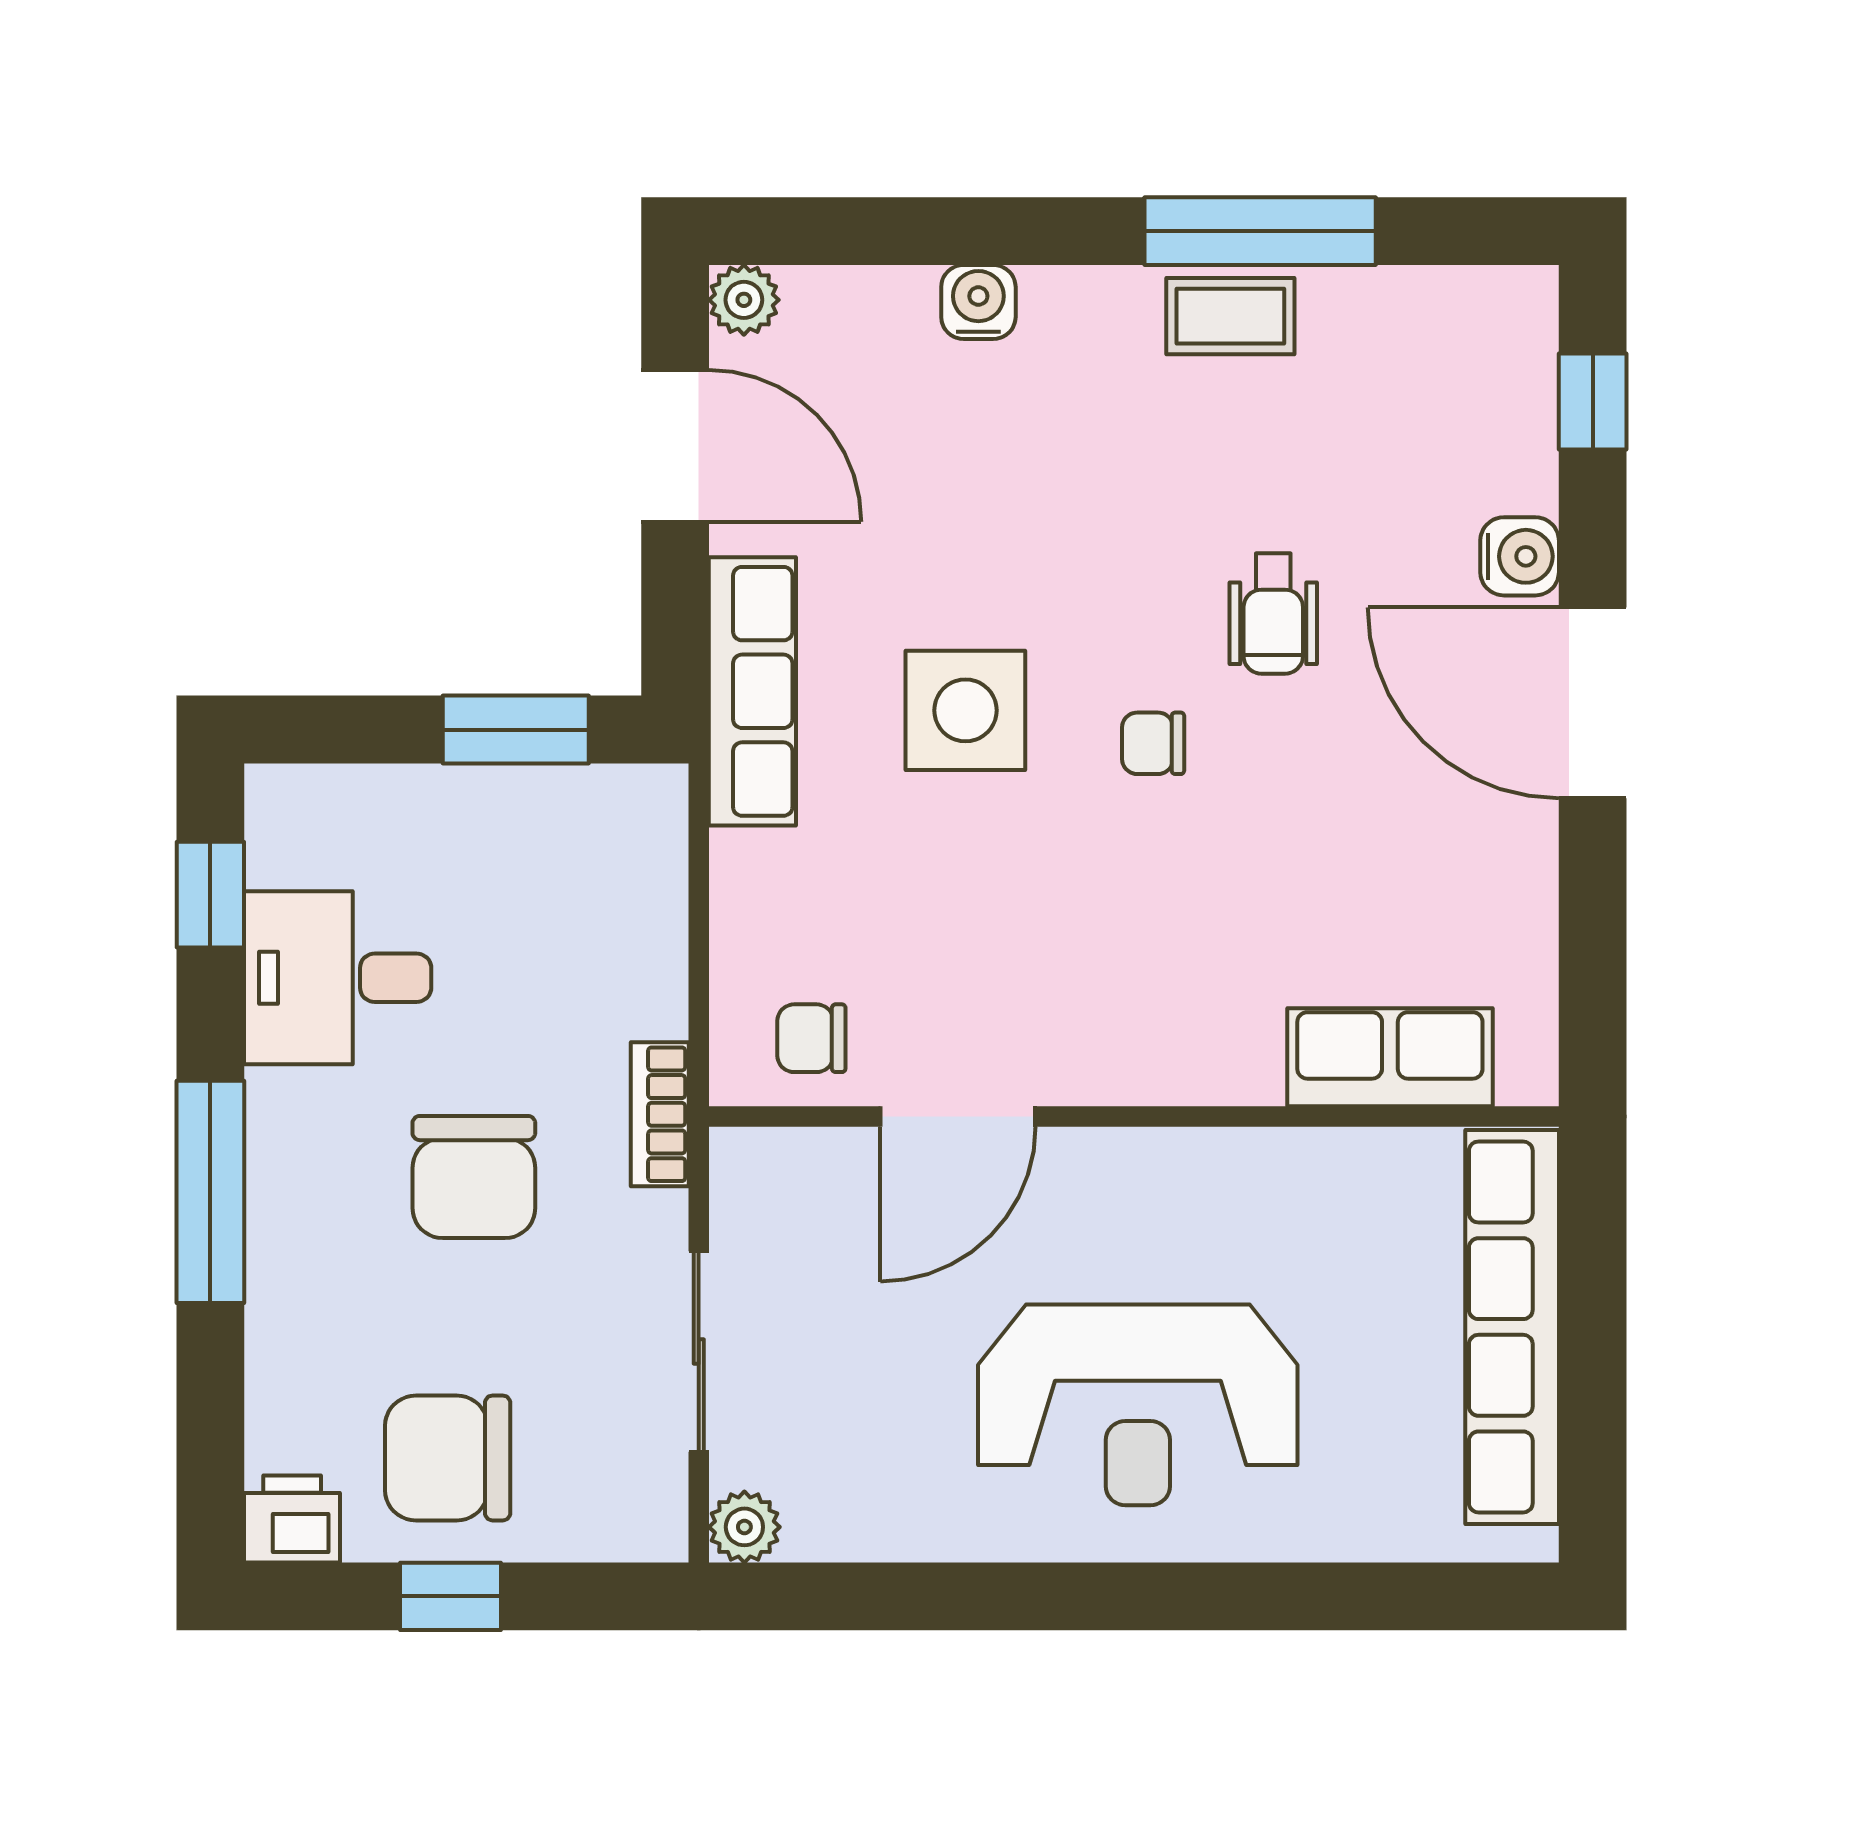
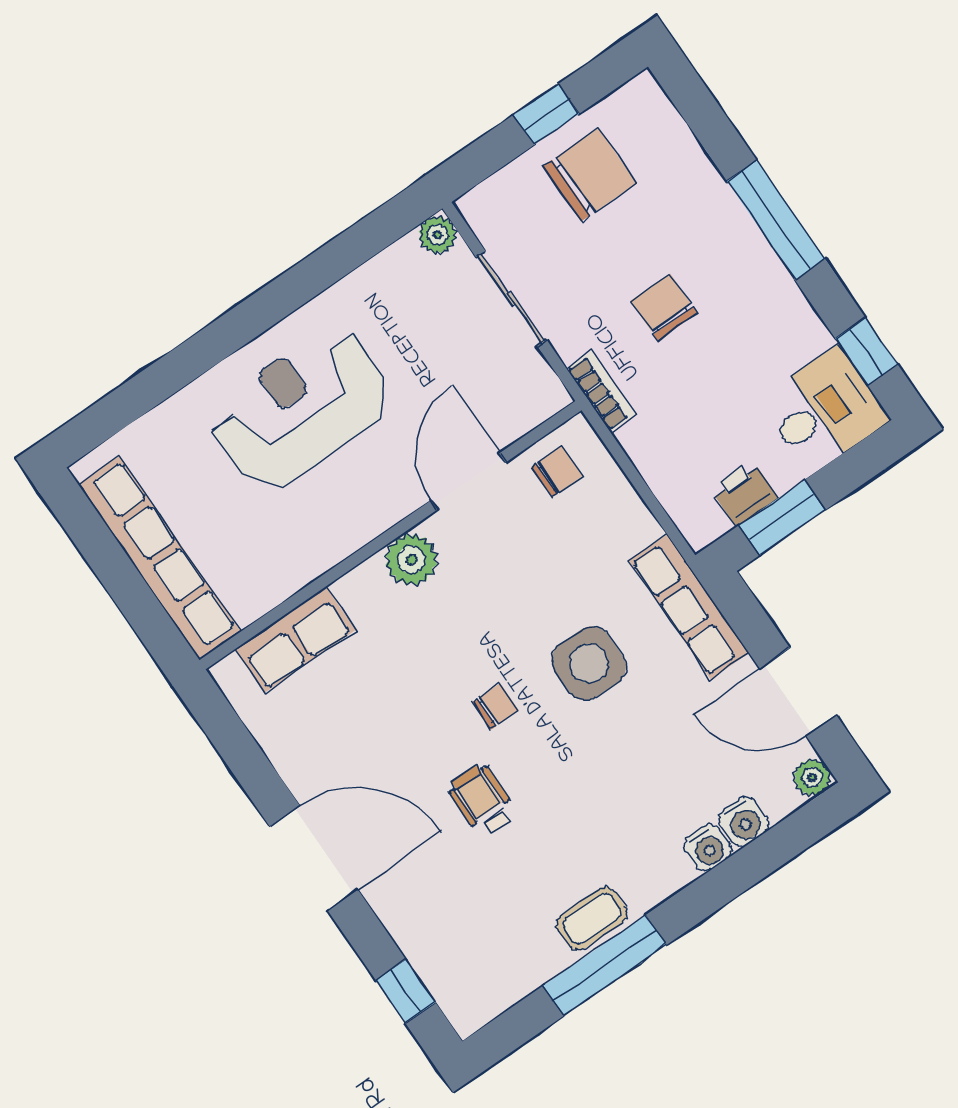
water cooler: (1520, 556) -> (744, 822), moved, turned -90
desk: (338, 978) -> (824, 410), moved
plant: (1128, 1057) -> (411, 560), added
chair: (474, 1177) -> (664, 307), width x0.73, depth x0.73
printer: (292, 1519) -> (744, 493), moved, turned 180

